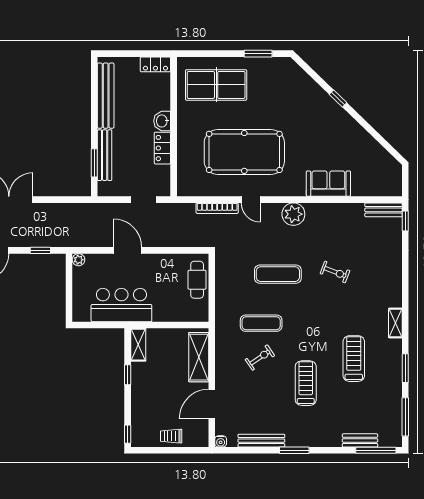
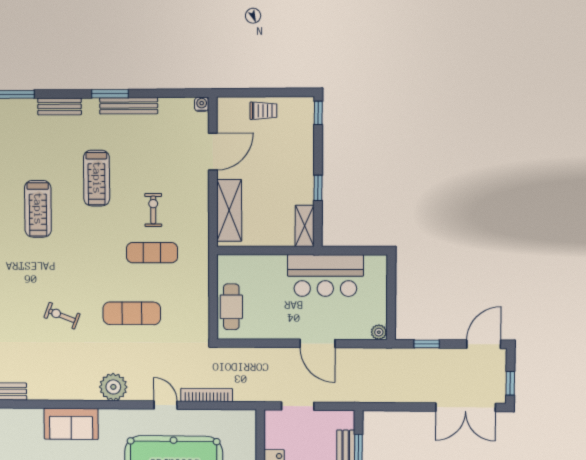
exercise bike: (260, 358) -> (153, 210), turned 124
bench: (360, 440) -> (60, 106), moved
bench: (261, 441) -> (129, 106), moved

